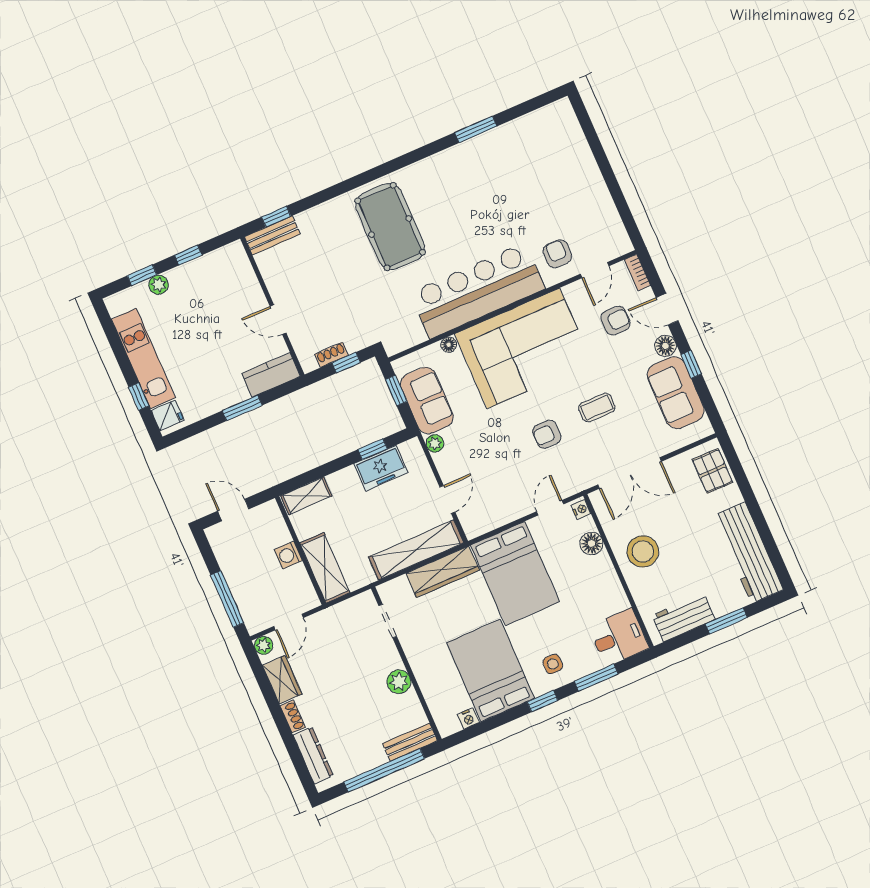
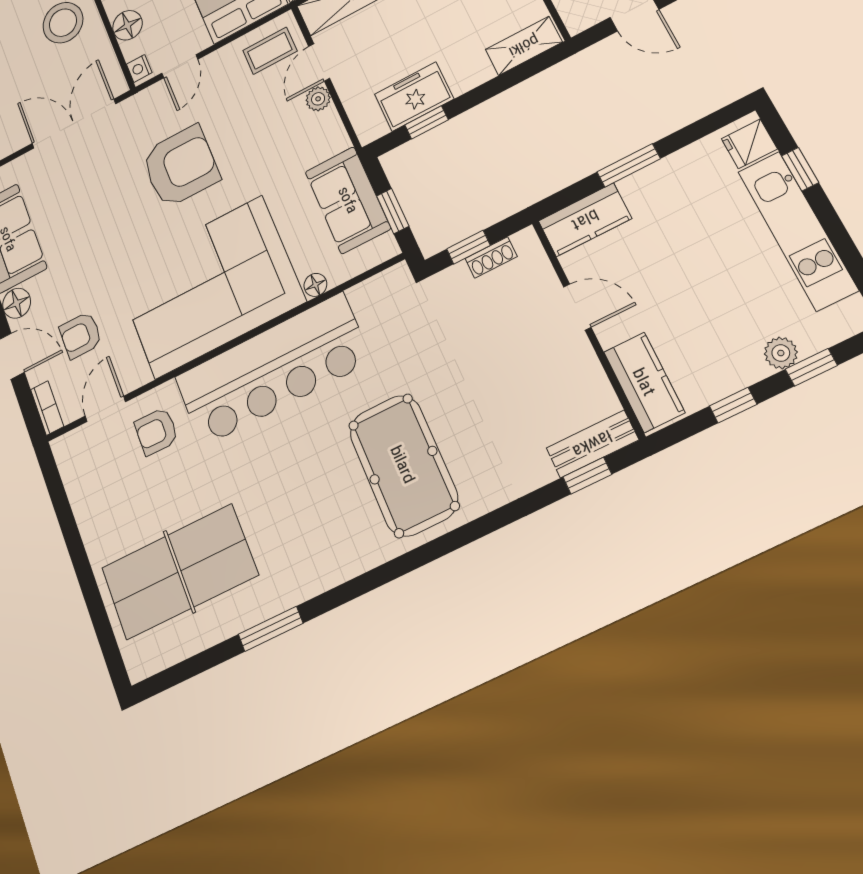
table tennis table: (538, 165) -> (179, 572), added
armchair: (557, 254) -> (156, 431), turned 91
kitchen counter: (240, 271) -> (644, 382), added
coffee table: (597, 408) -> (270, 51), moved
armchair: (547, 434) -> (181, 166), width x1.88, depth x1.88
plant: (435, 443) -> (318, 99), moved

